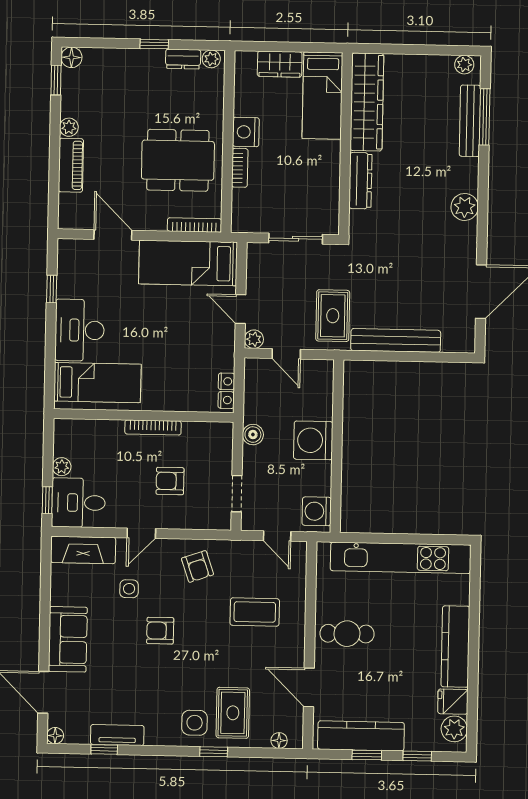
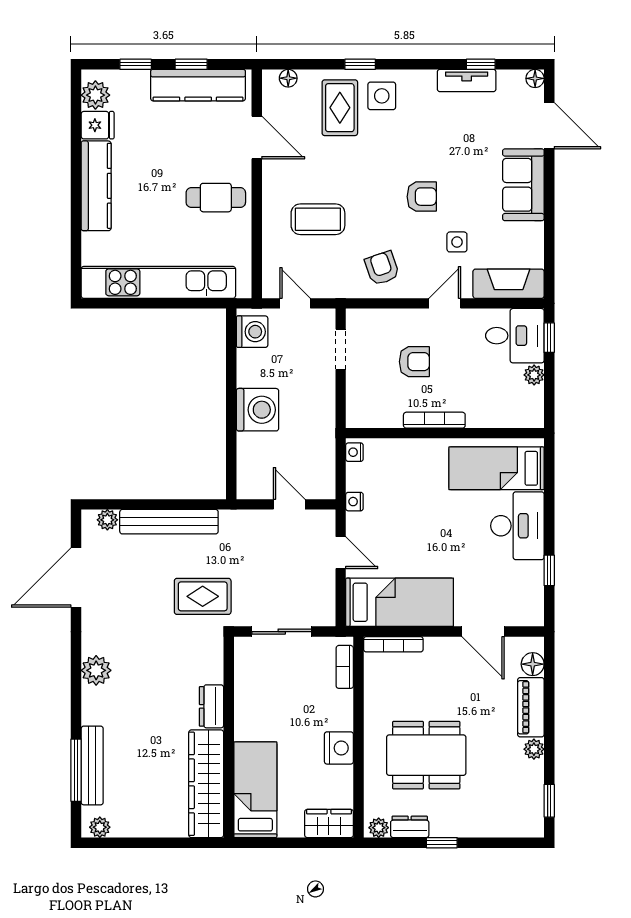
floor lamp: (72, 57) -> (533, 664), moved
wardrobe: (280, 64) -> (329, 823), moved
dining table: (178, 160) -> (426, 755), moved
bookcase: (240, 168) -> (345, 667), moved
dresser: (360, 181) -> (211, 706), width x0.70
rug: (333, 316) -> (203, 596), moved, turned 90
plant: (254, 339) -> (107, 520), moved
nightstand: (226, 381) -> (354, 502), moved
boiler: (253, 435) -> (324, 415), removed

